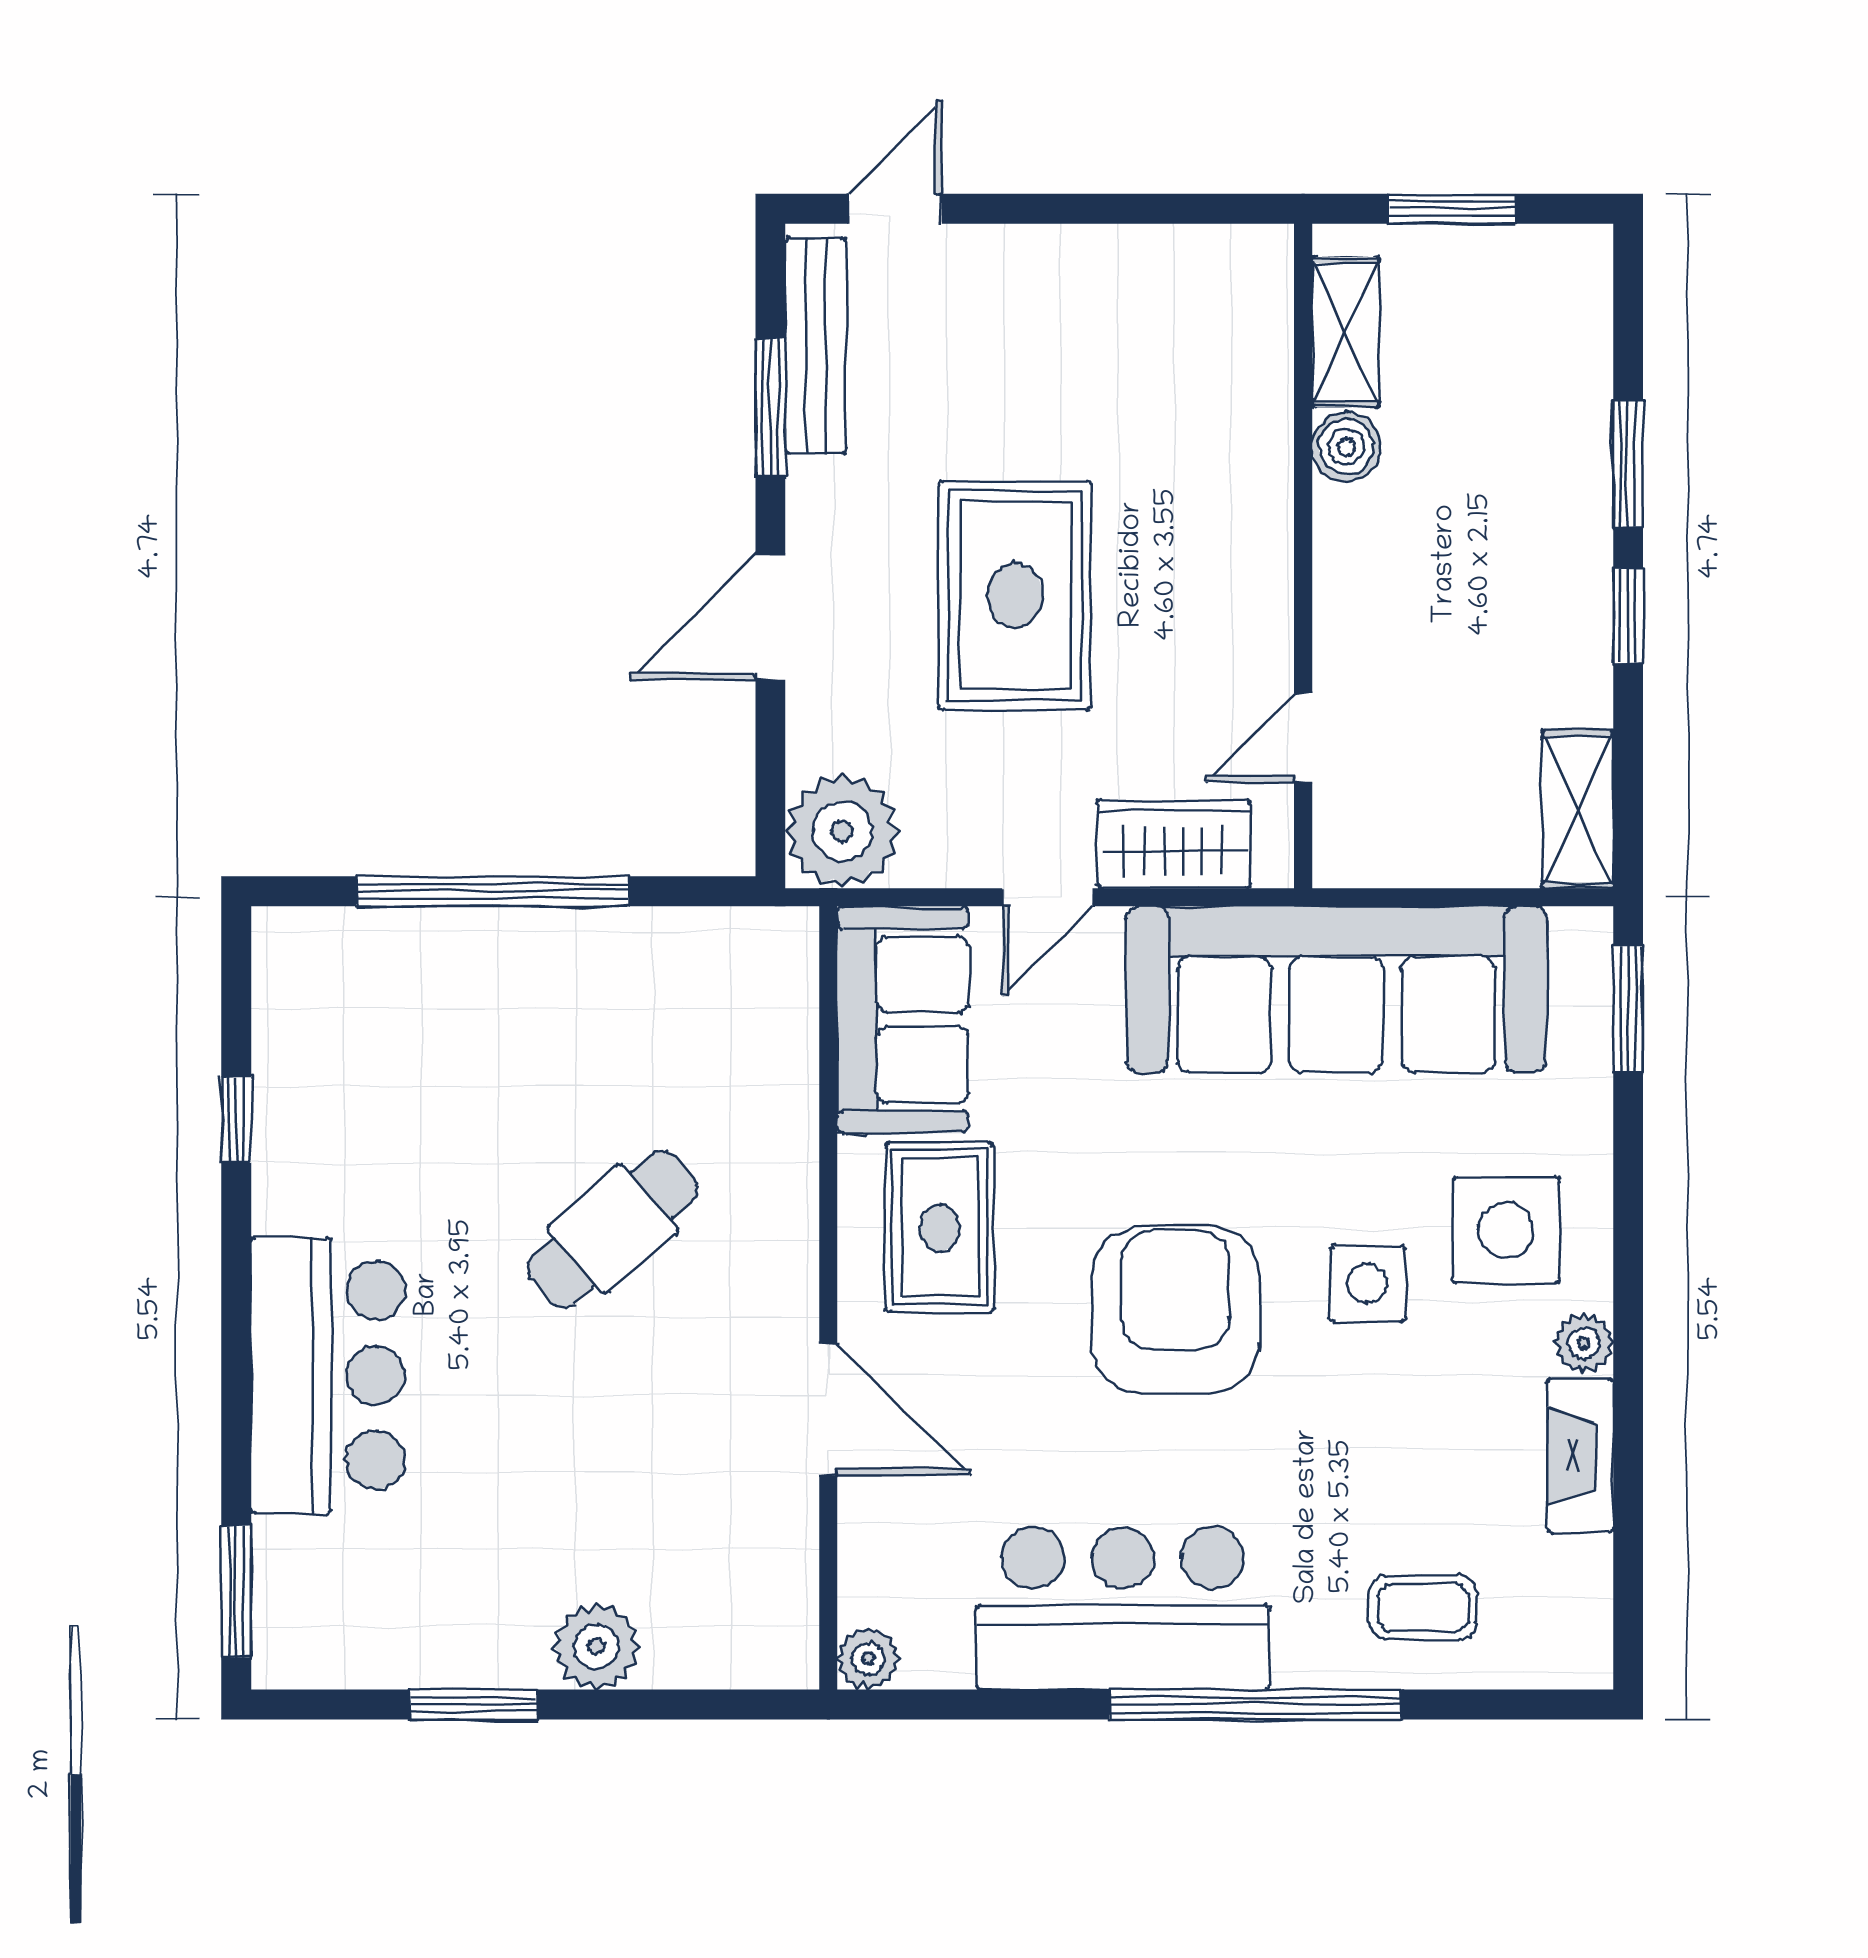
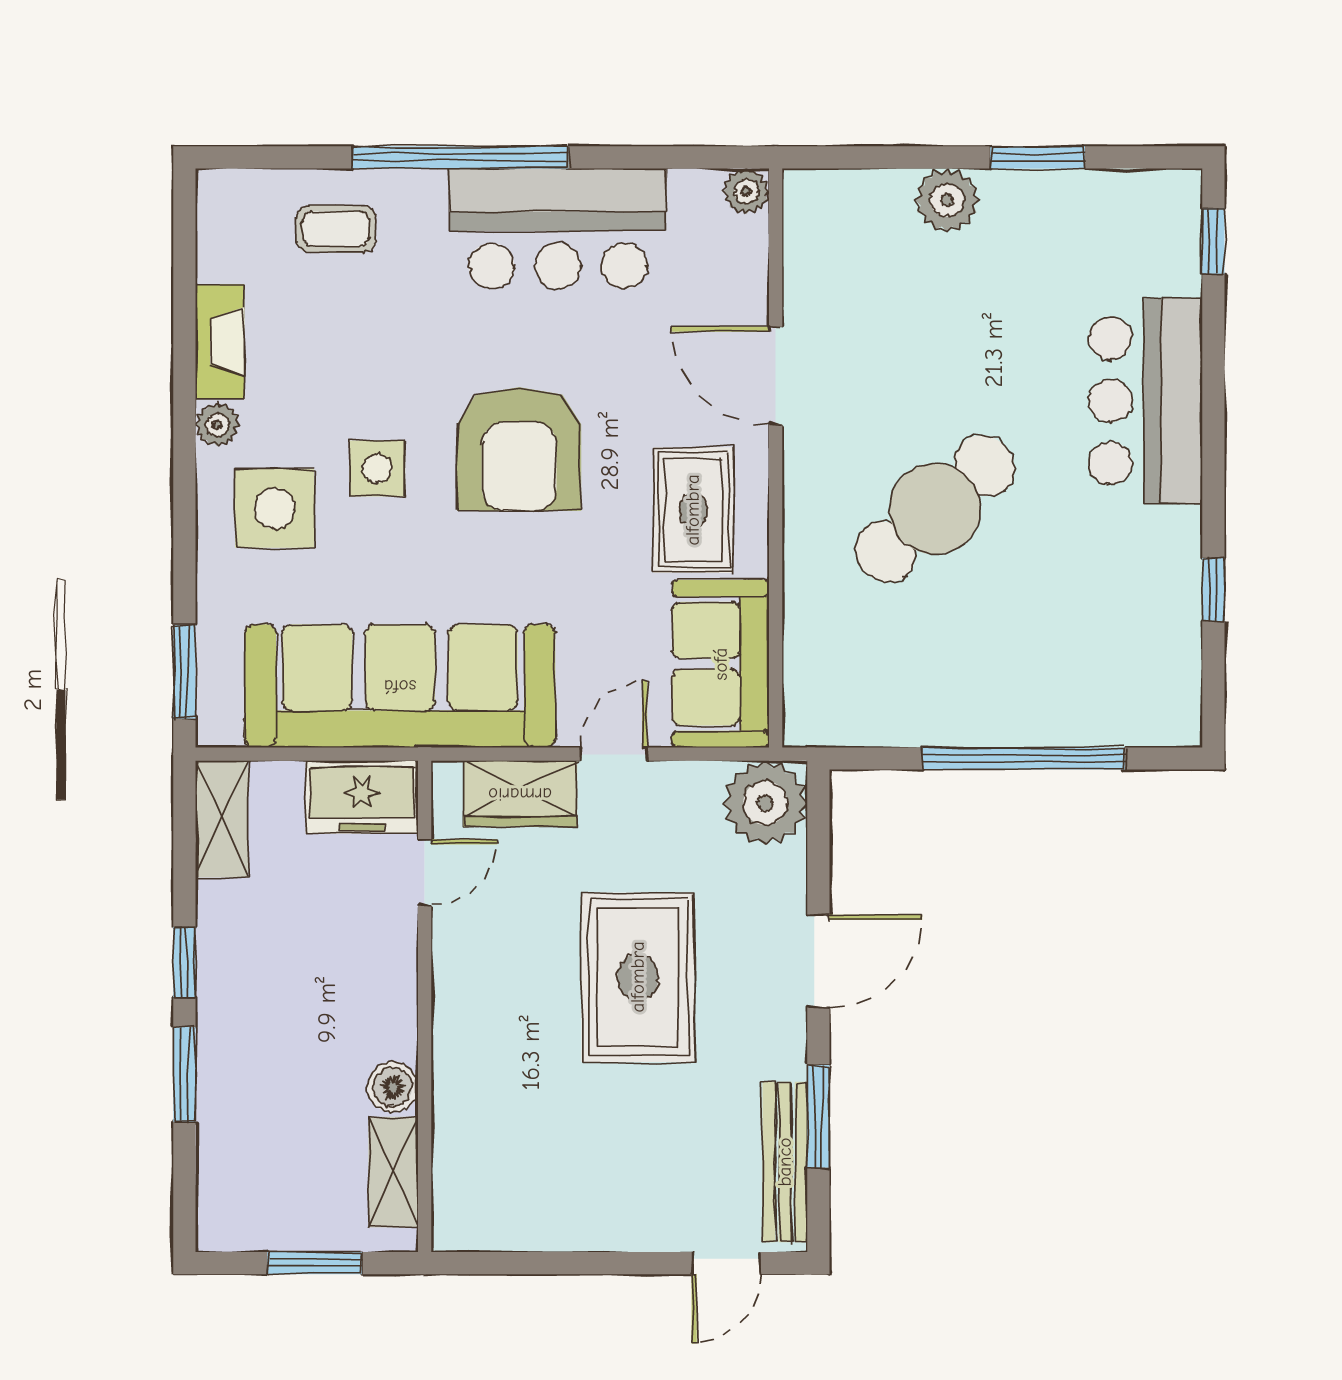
freezer: (1388, 839) -> (362, 797), added
cafe table: (613, 1229) -> (935, 509), width x1.37, depth x1.35
window: (236, 1591) -> (1213, 241), width x0.67

